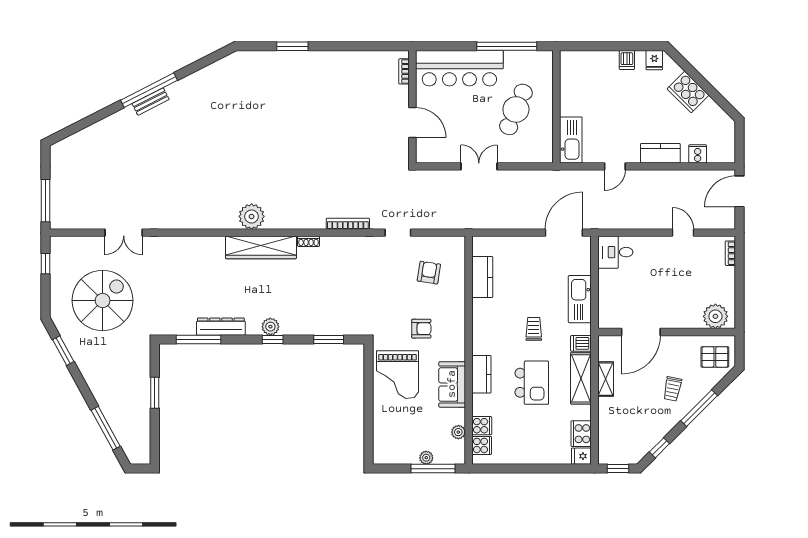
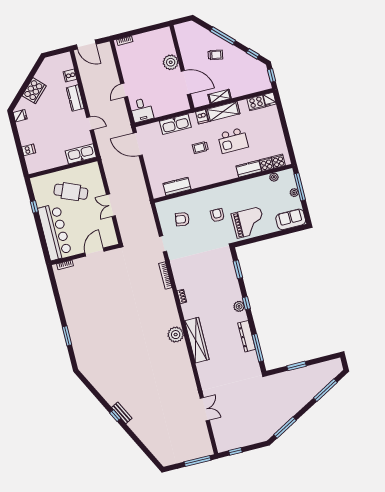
window: (507, 46) -> (34, 207), width x0.32
dishwasher: (627, 60) -> (29, 150), moved
window: (149, 90) -> (115, 416), width x0.32
door: (683, 233) -> (124, 90), moved
wardrobe: (261, 247) -> (197, 340), moved
spiral stairs: (103, 300) -> (249, 411), removed
plant: (715, 316) -> (171, 62), moved
window: (63, 351) -> (285, 427), width x1.44
pallet: (715, 357) -> (190, 34), removed
kitchen counter: (481, 374) -> (249, 169), moved
kitchen island: (532, 383) -> (233, 140), turned 180
sofa: (452, 384) -> (291, 219), moved, turned 180

